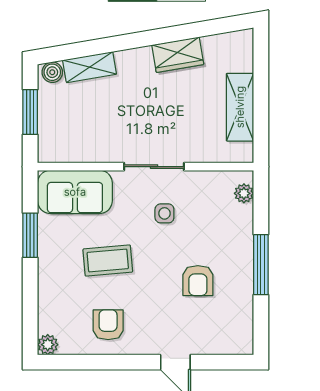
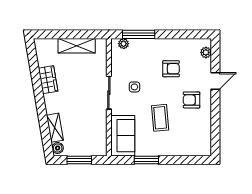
window: (261, 265) -> (139, 34), moved
armchair: (108, 325) -> (192, 100), moved
plant: (48, 345) -> (206, 52), moved

